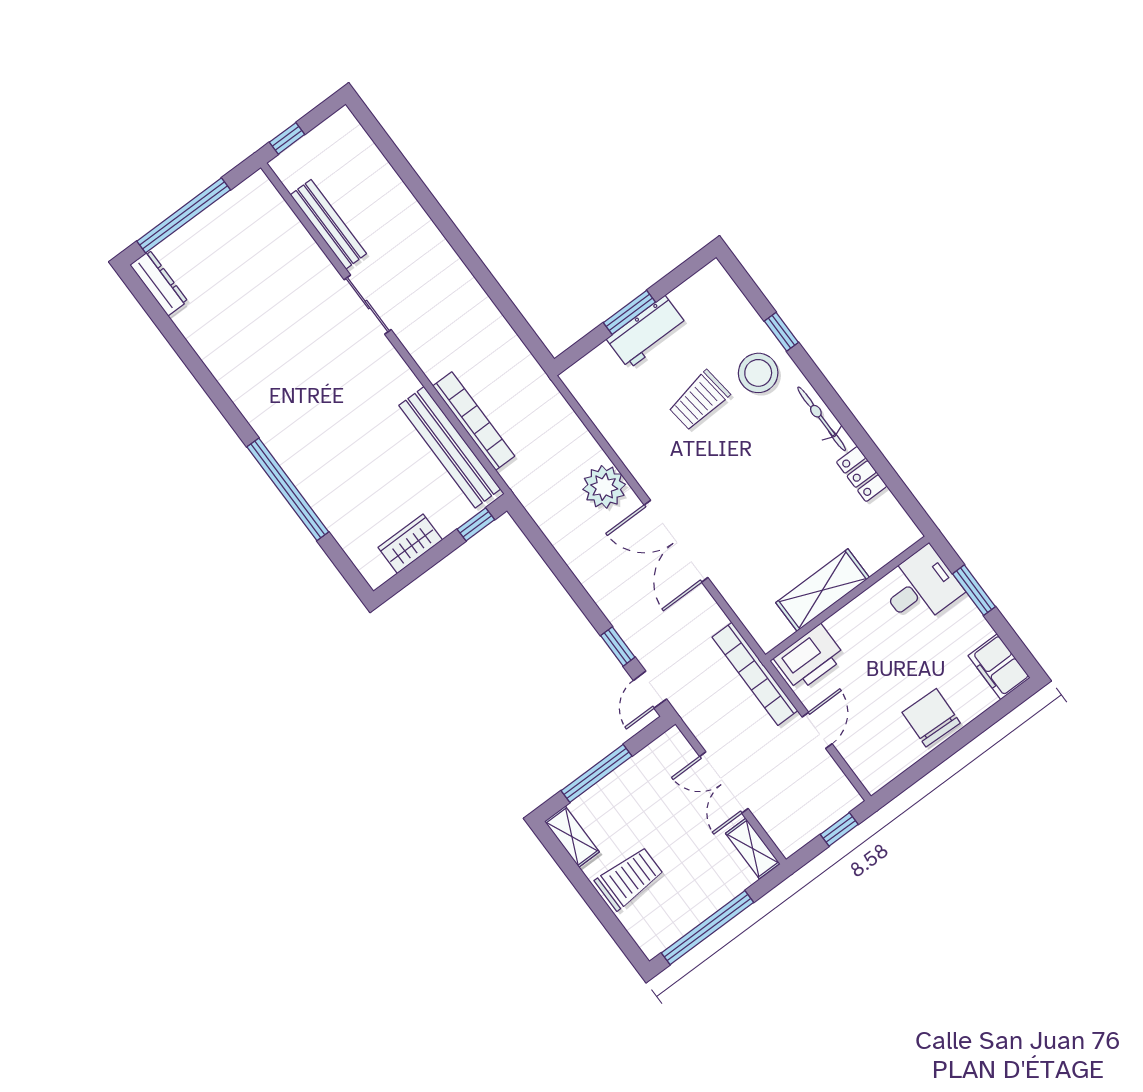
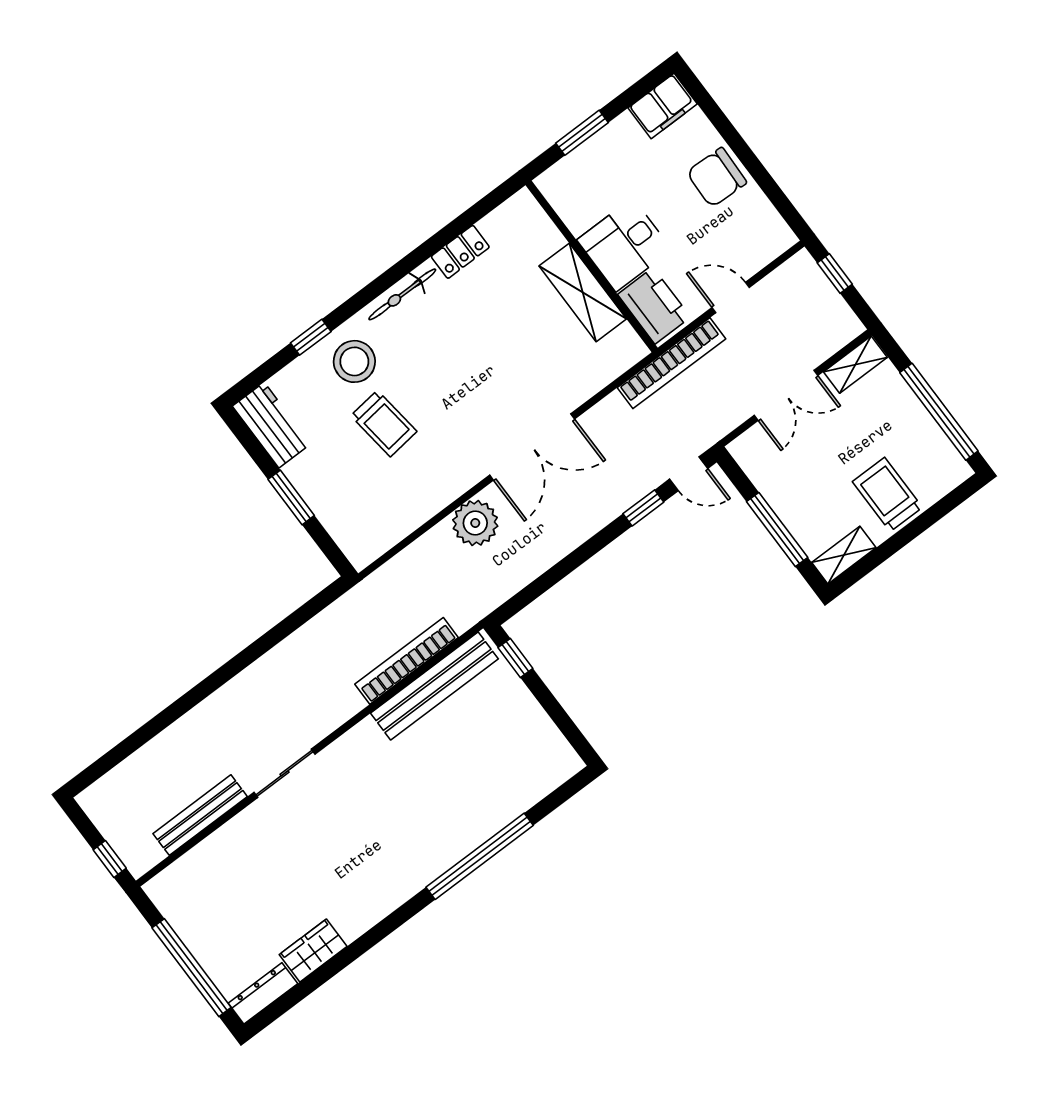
workbench: (647, 332) -> (271, 425), moved
wardrobe: (410, 544) -> (313, 951), moved, turned 90
desk: (921, 587) -> (624, 245), moved, turned -90

